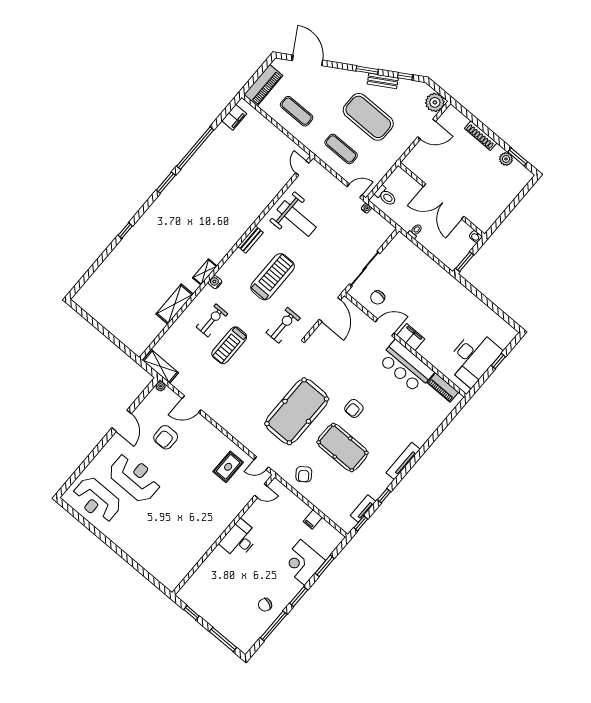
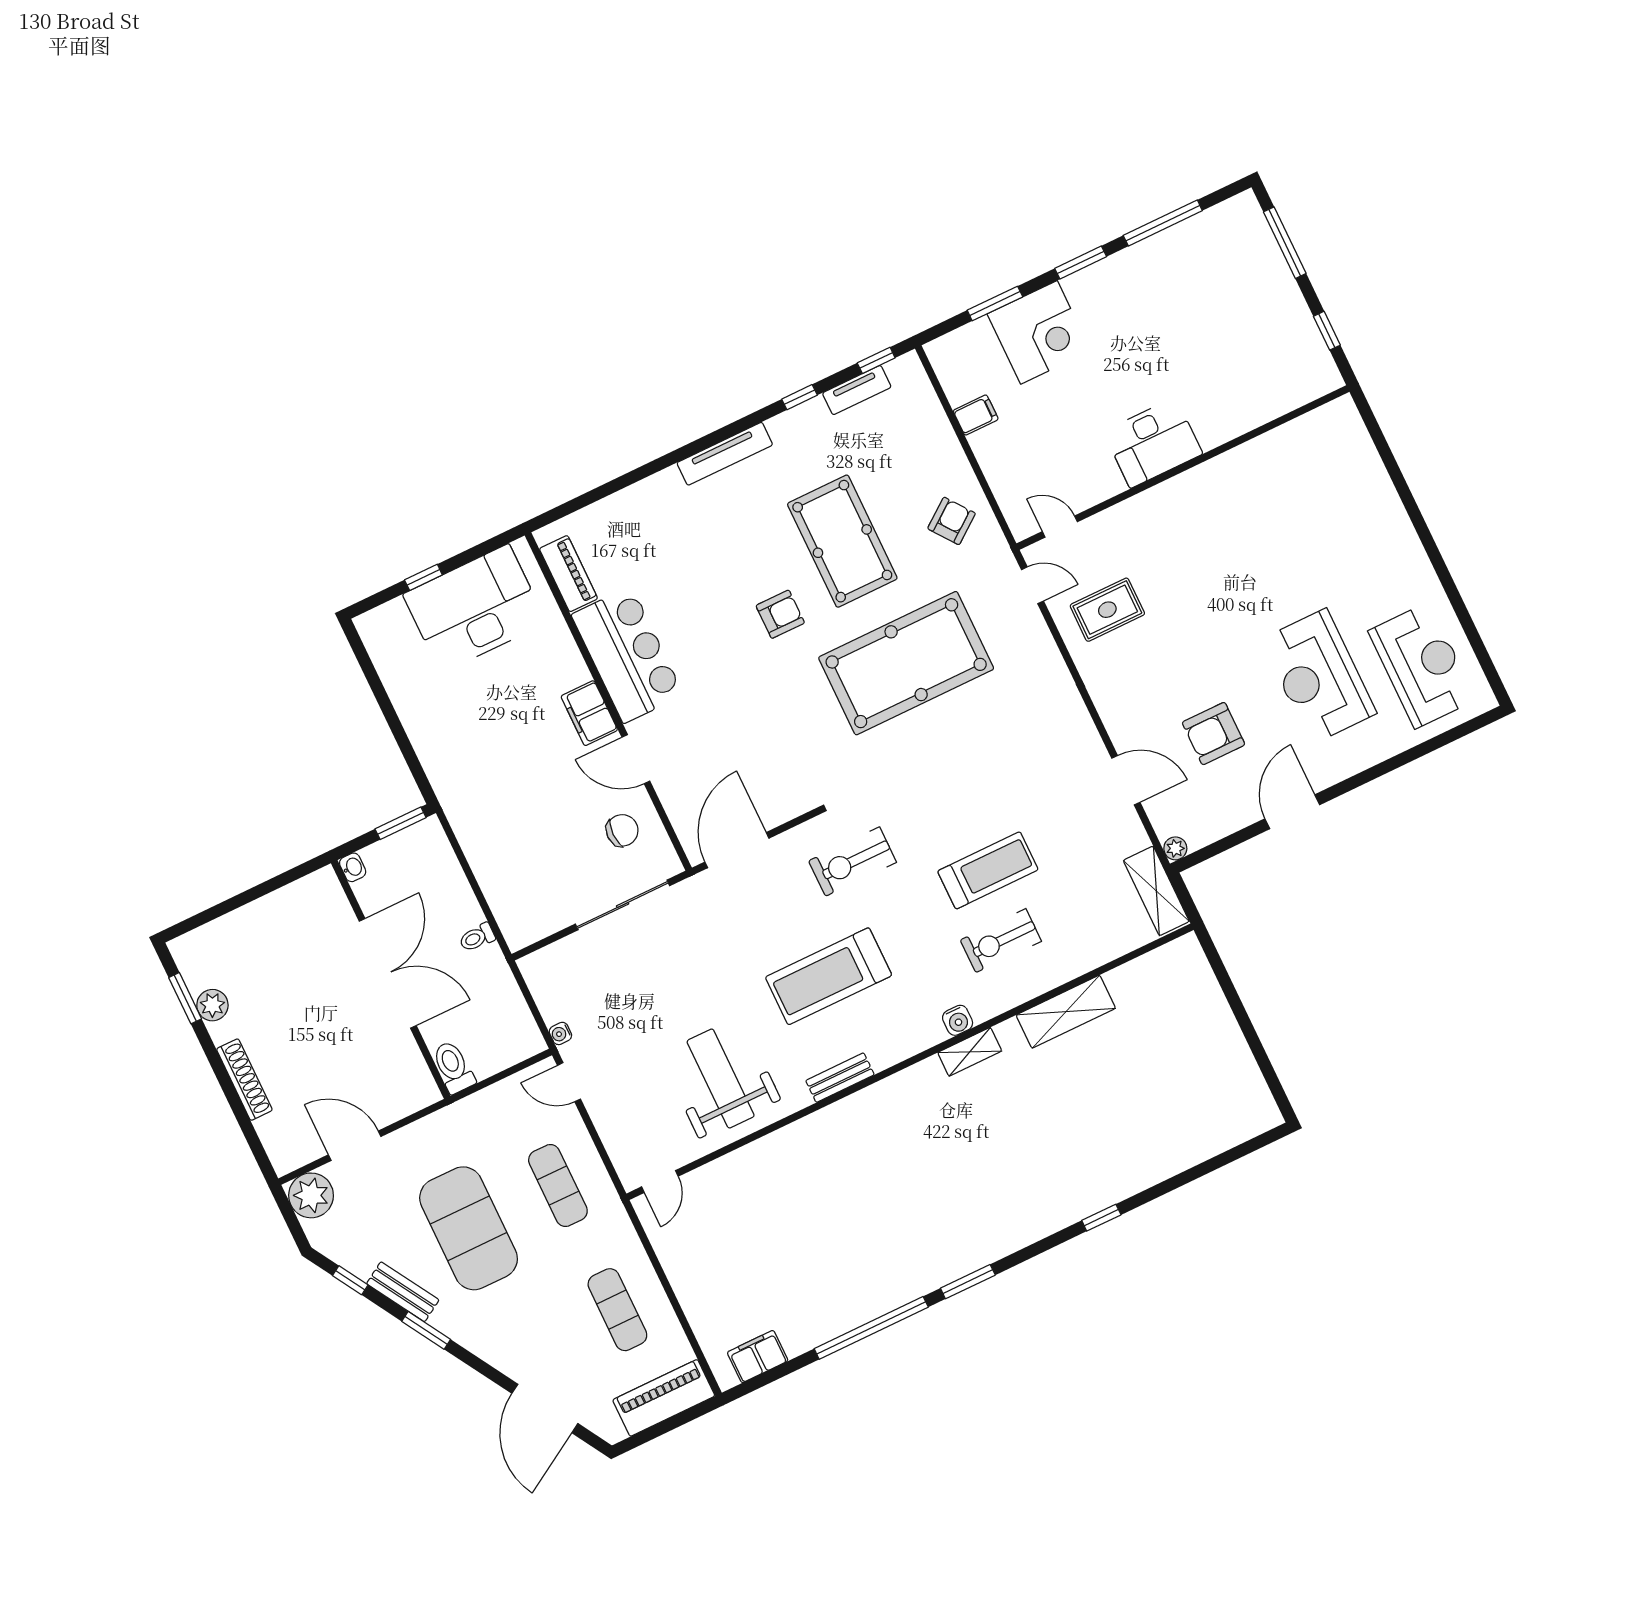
toilet: (386, 196) -> (453, 1067), moved
armchair: (166, 437) -> (1214, 734), turned 180
chair: (265, 605) -> (1161, 277), removed

